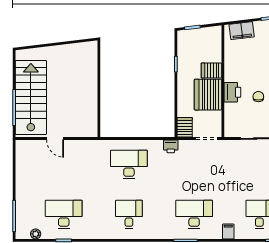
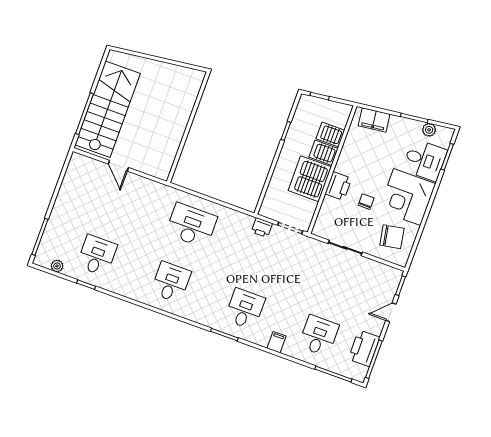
server rack: (185, 127) -> (330, 134), moved, turned -90
printer: (171, 146) -> (262, 228), moved
desk: (64, 214) -> (97, 255), width x0.73
desk: (194, 214) -> (245, 309), width x0.73

